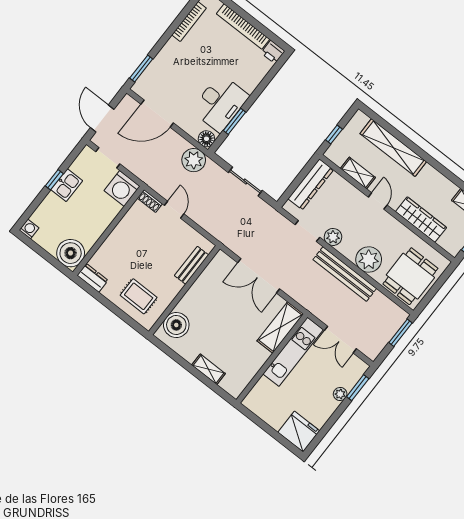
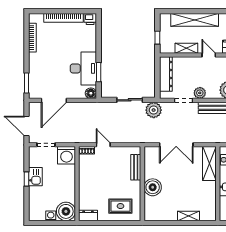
plant: (194, 160) -> (154, 110), moved
washing machine: (29, 229) -> (51, 216), moved
boiler: (176, 325) -> (153, 187), moved

